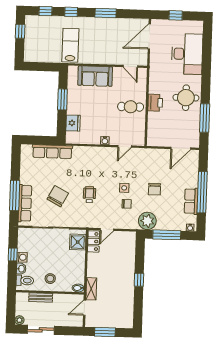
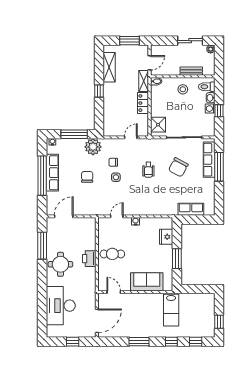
row of seats: (52, 152) -> (191, 209), width x0.68
row of seats: (191, 201) -> (52, 173), width x1.48
locker: (94, 241) -> (143, 103), moved
shelving: (127, 304) -> (109, 67), added

